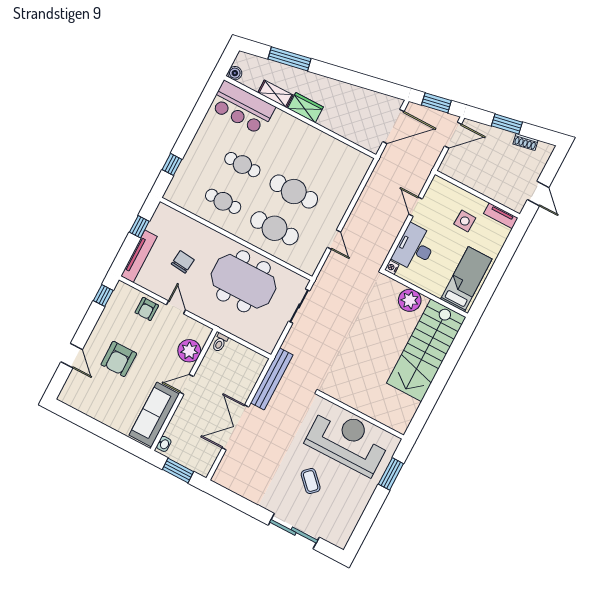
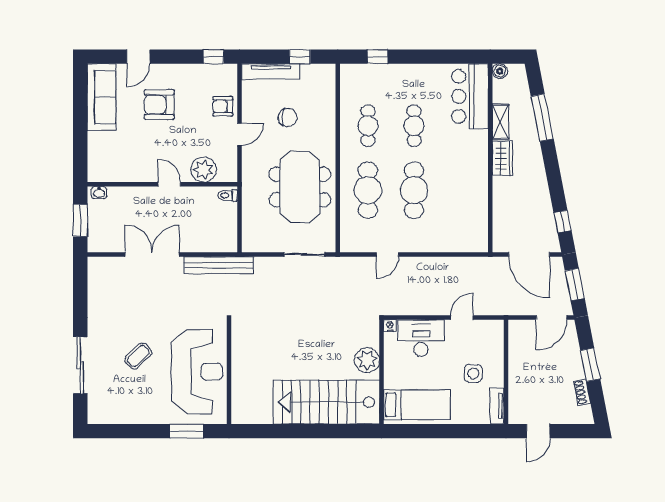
window: (381, 86) -> (562, 222), added
door: (453, 135) -> (552, 318), hinge flipped
sofa: (154, 415) -> (101, 97), moved, turned 90

